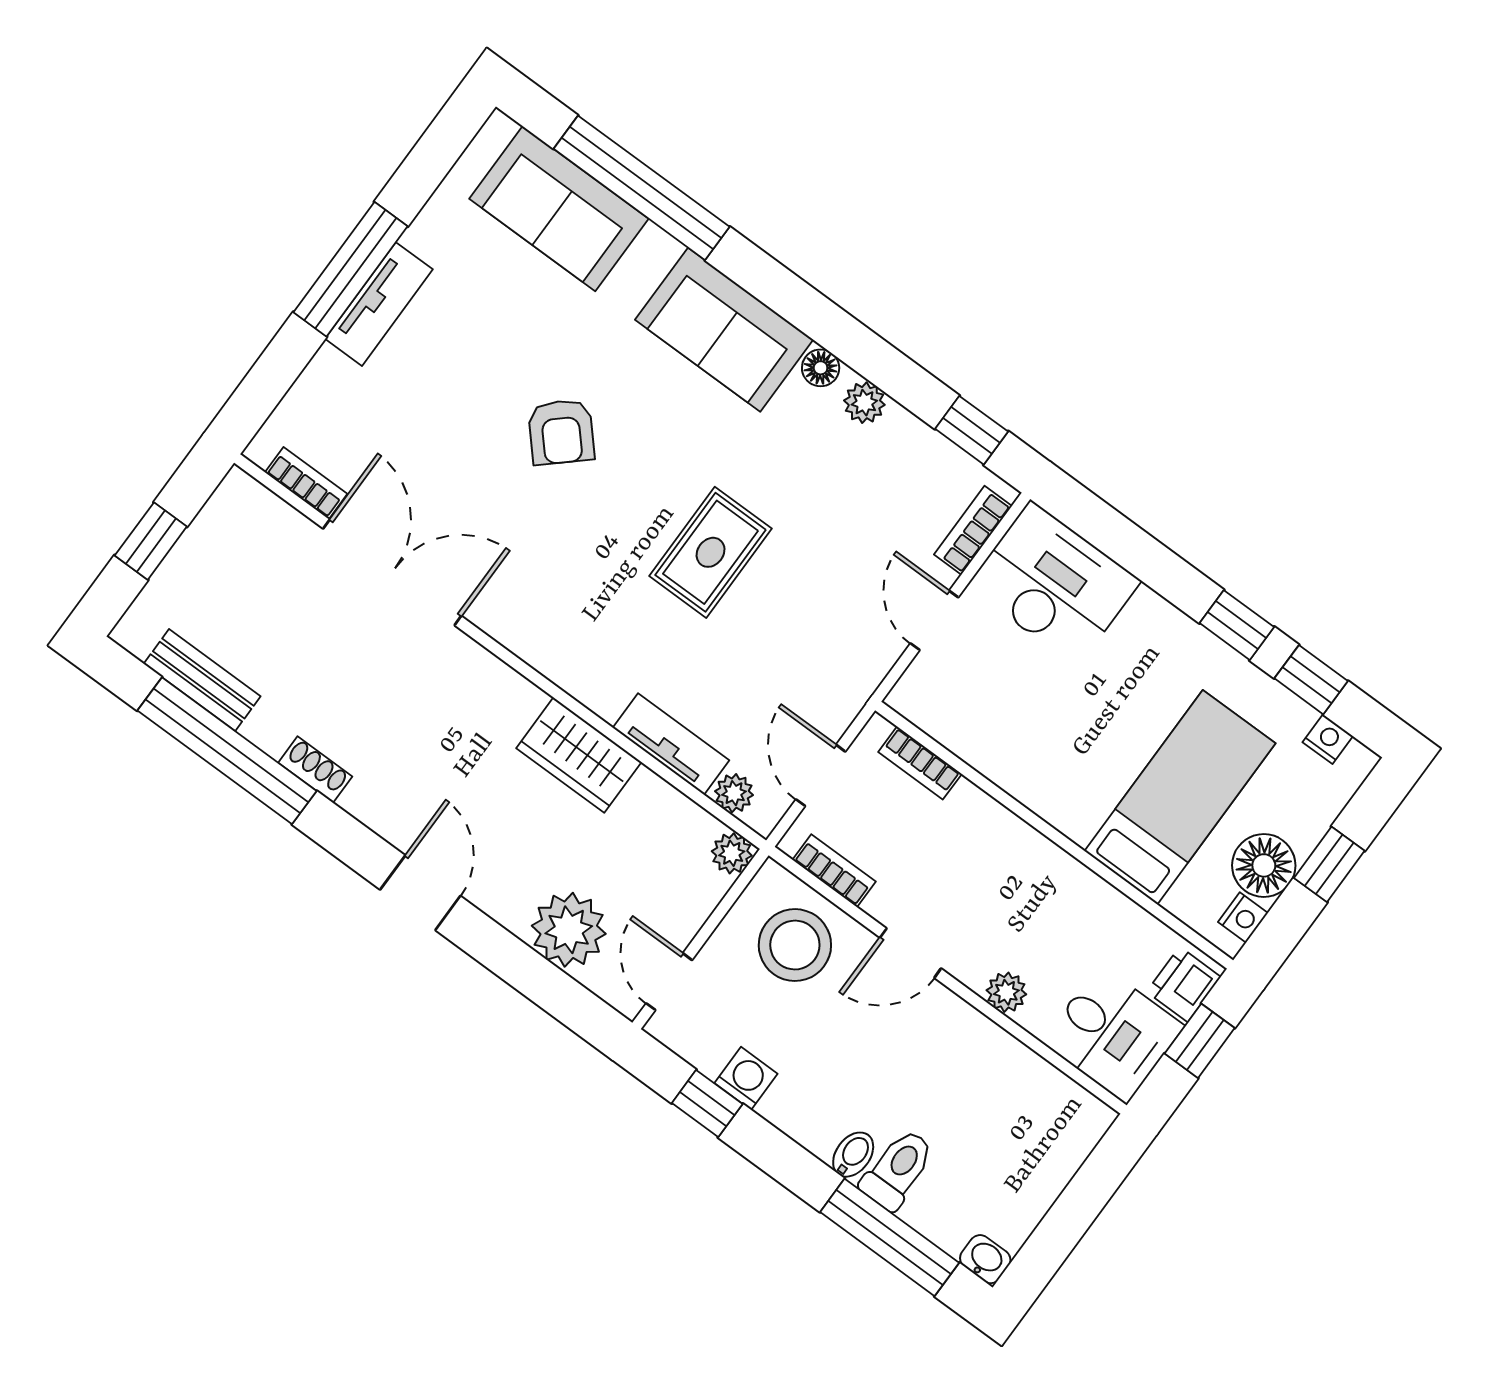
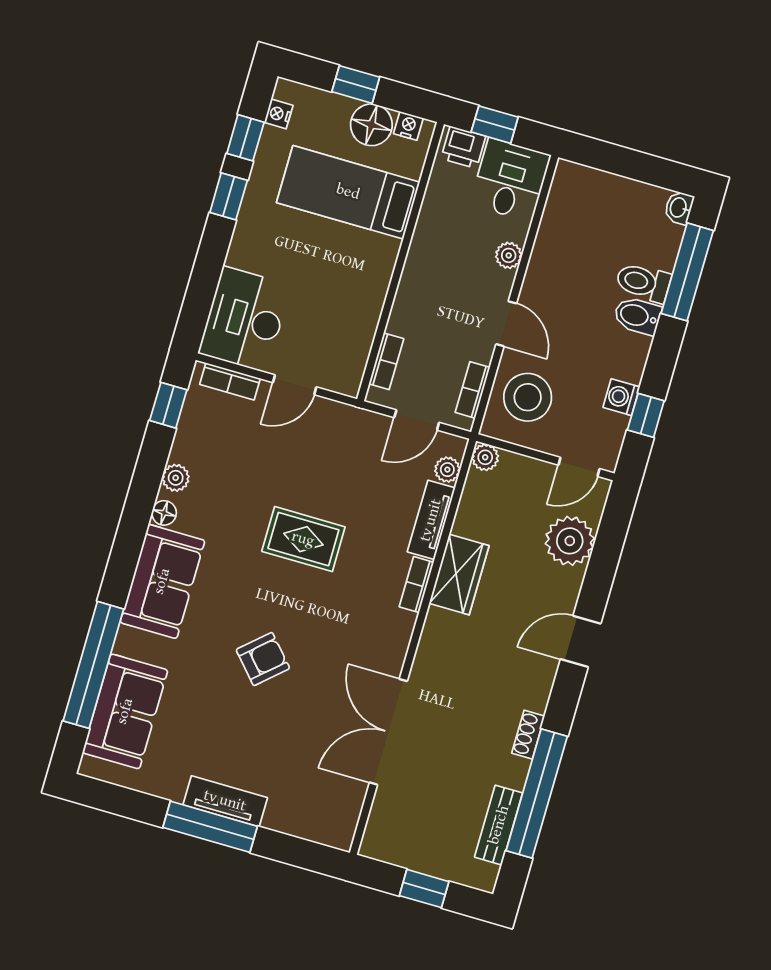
bookcase: (306, 483) -> (417, 585), moved
bidet: (853, 1155) -> (637, 316), width x1.38, depth x1.36

